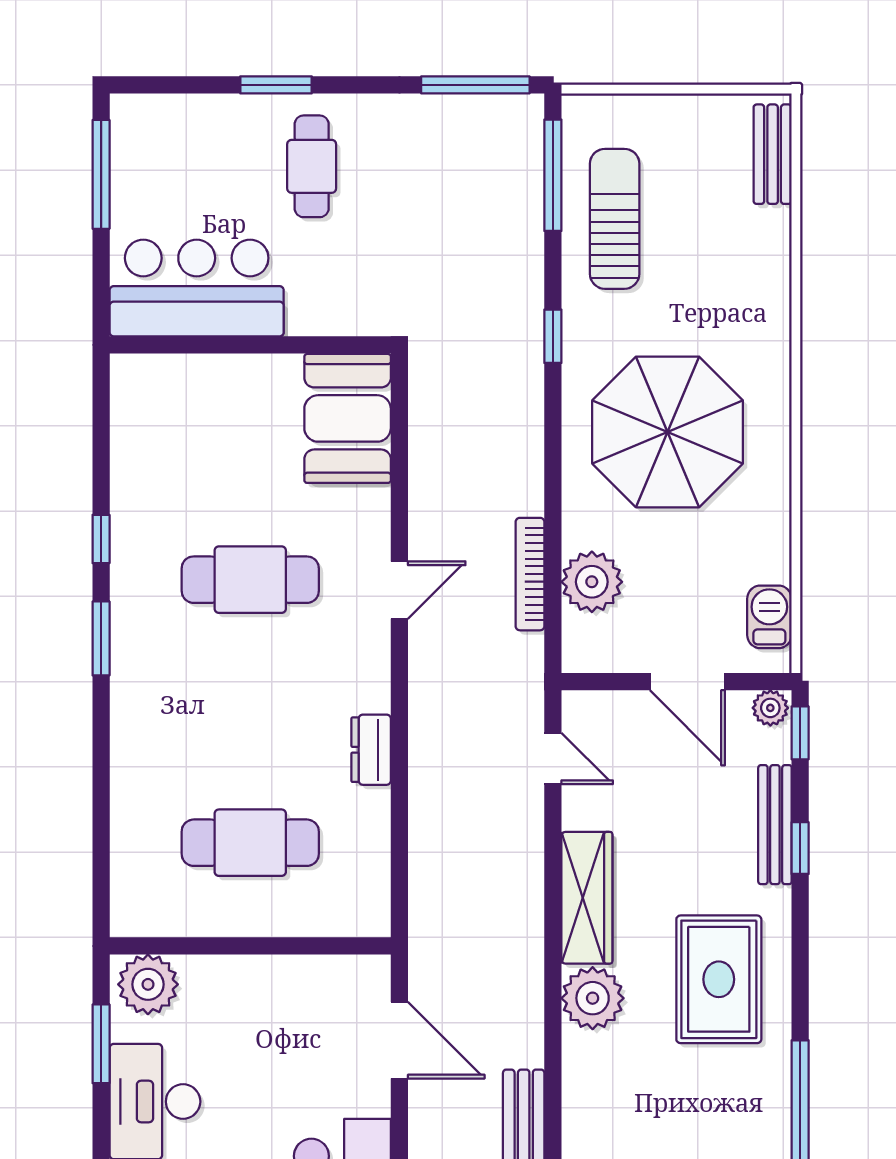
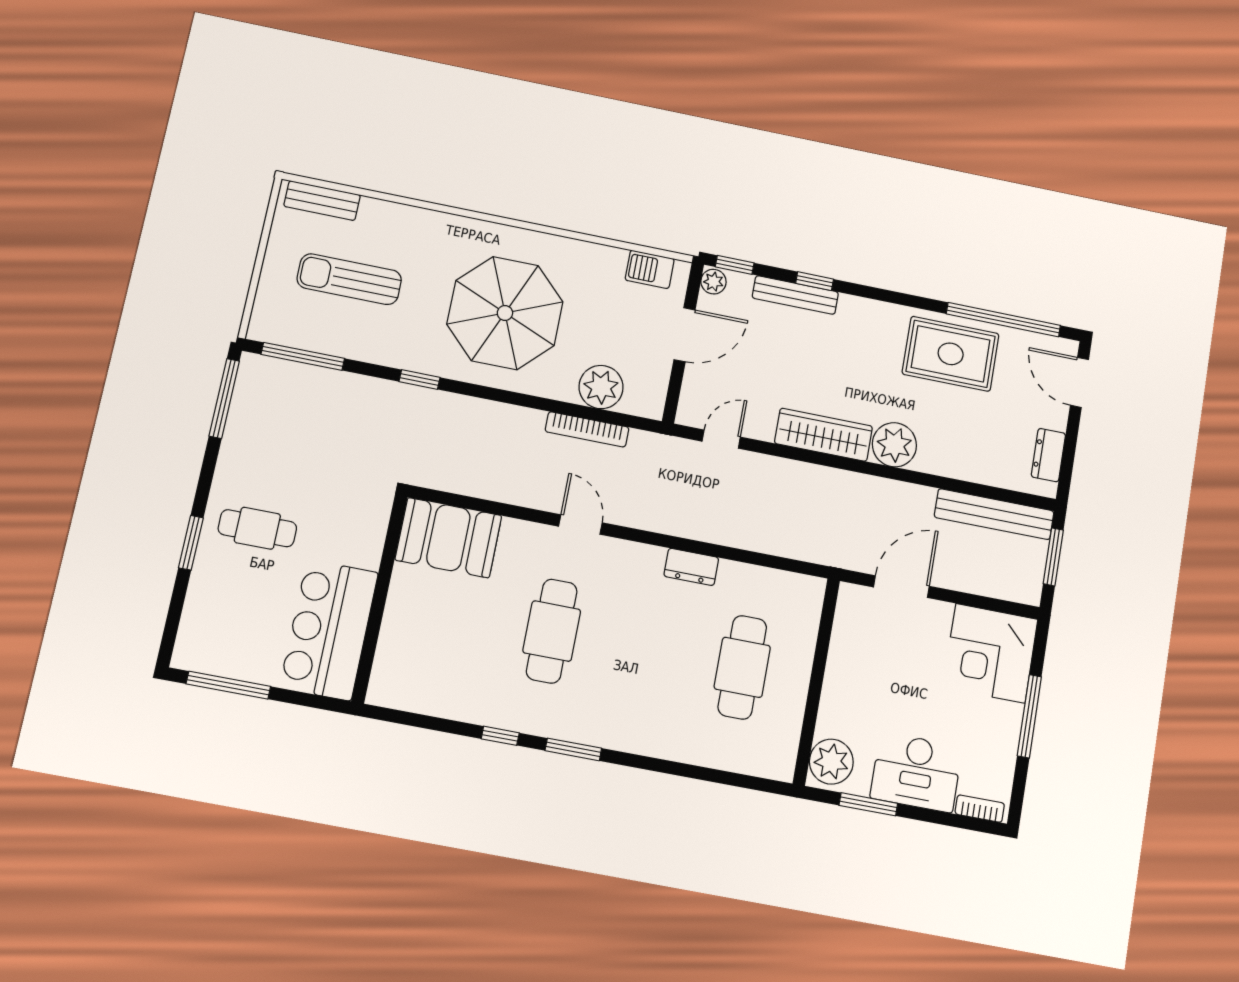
sun lounger: (615, 219) -> (349, 279), moved
rug: (719, 979) -> (951, 354), moved

